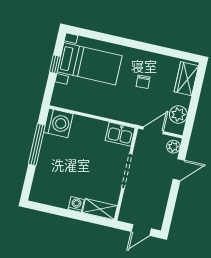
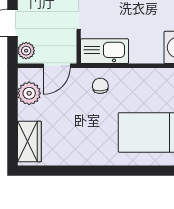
chair: (143, 82) -> (100, 86), moved
kitchen sink: (120, 134) -> (104, 51), width x1.38

